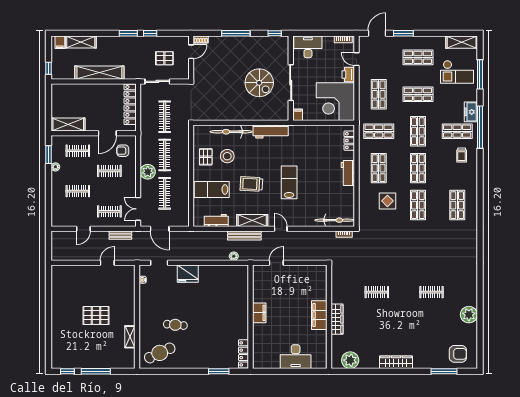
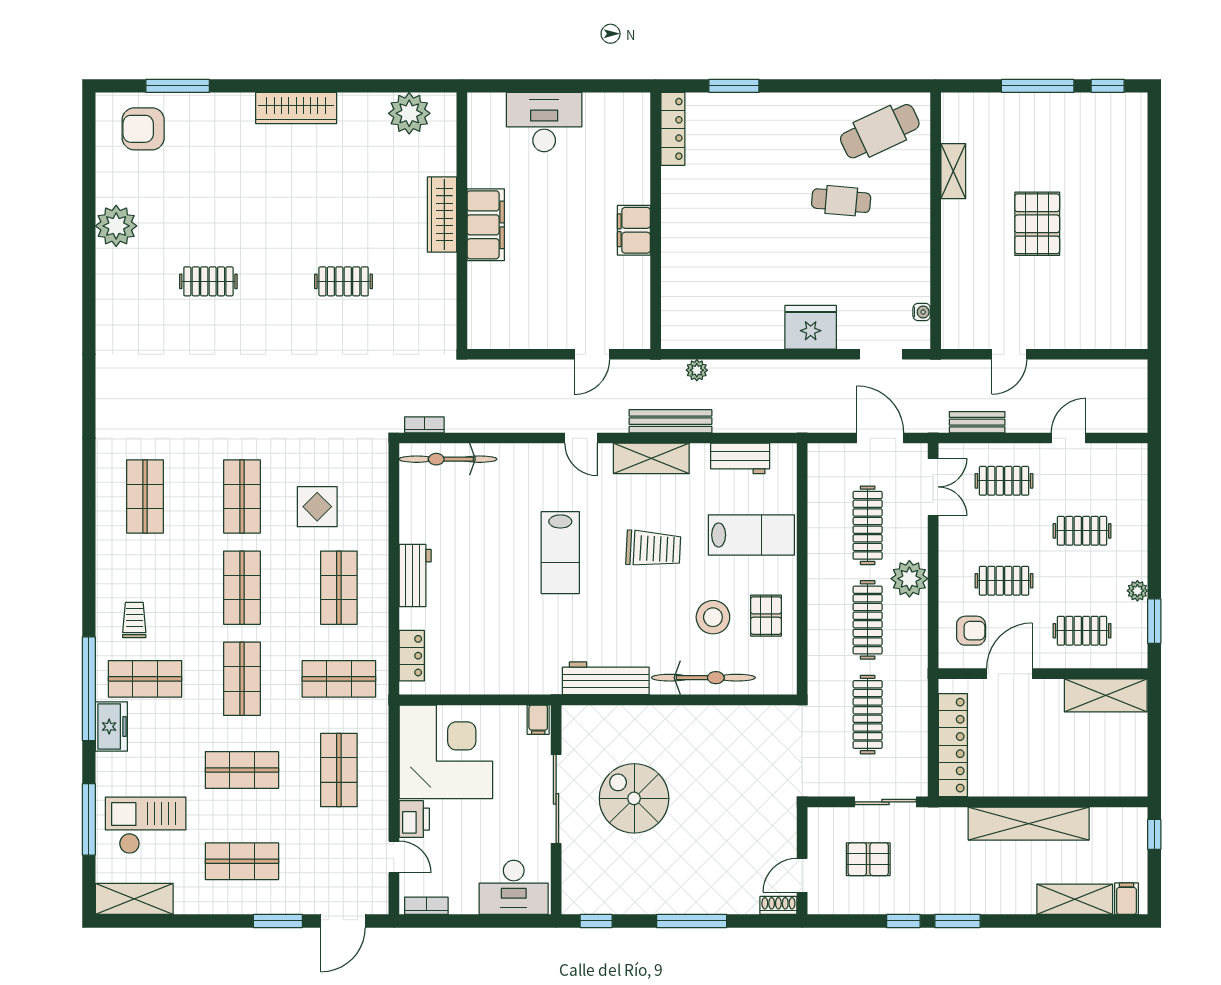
pallet: (96, 315) -> (1037, 224), turned 90

